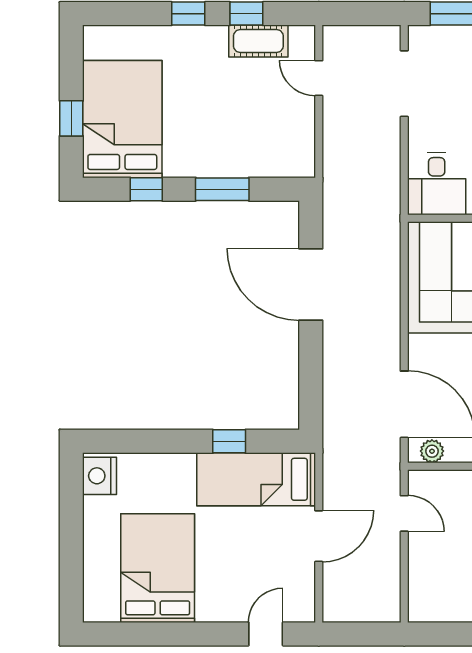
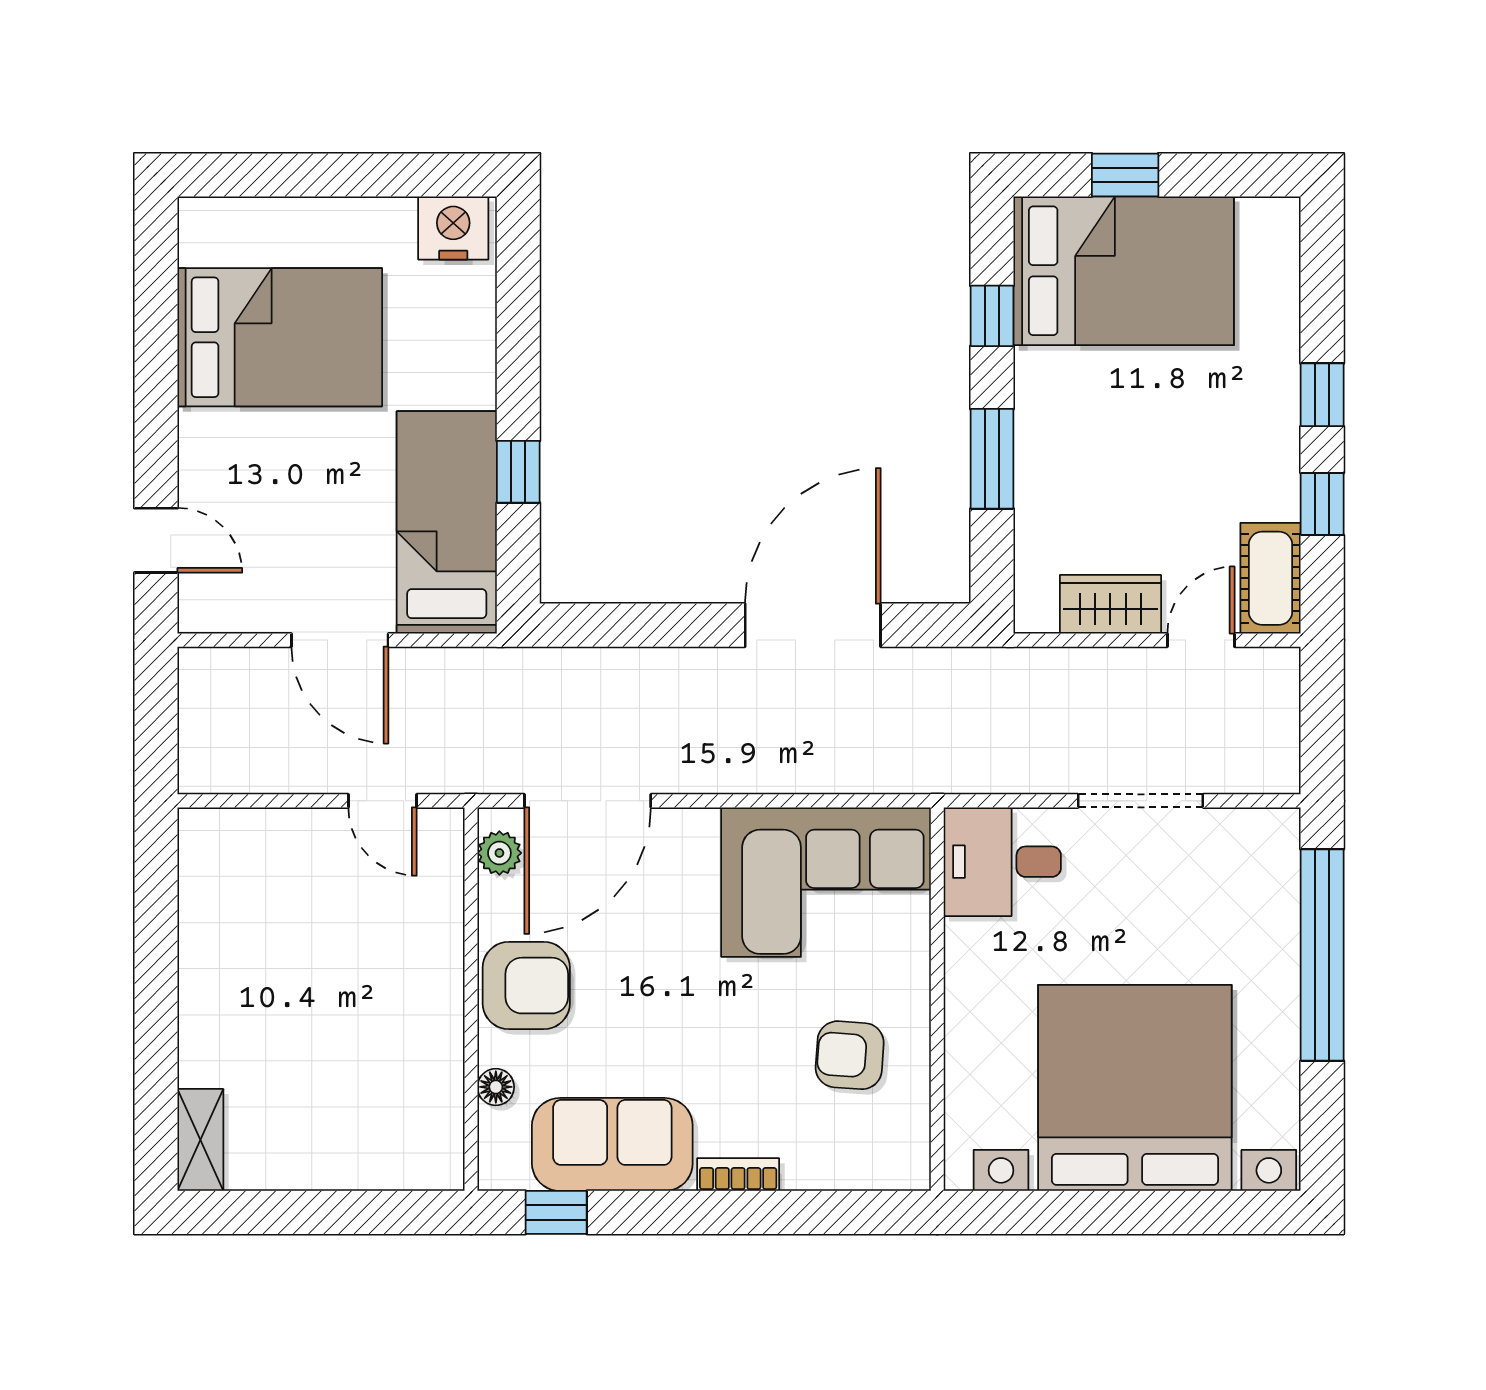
cot: (258, 41) -> (1271, 578), moved
doorway: (404, 84) -> (1141, 801), moved
wardrobe: (300, 126) -> (1110, 604), added
door: (404, 513) -> (382, 801), hinge flipped

